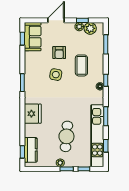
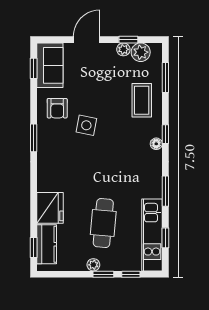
armchair: (59, 53) -> (57, 108), moved
coffee table: (81, 65) -> (142, 100), moved
fridge: (33, 114) -> (50, 208), moved
kitchen unit: (97, 136) -> (152, 235), width x0.73

